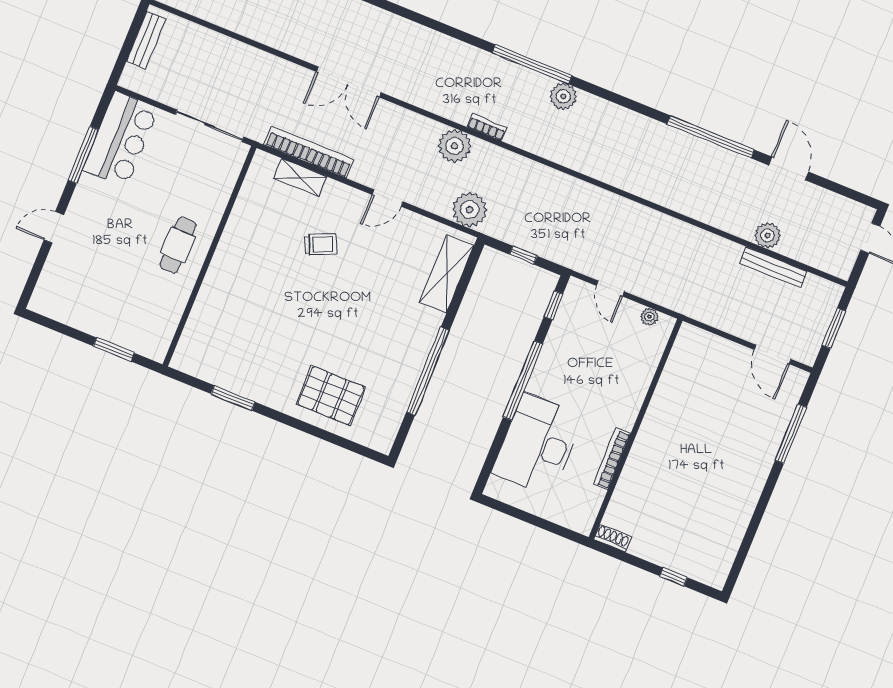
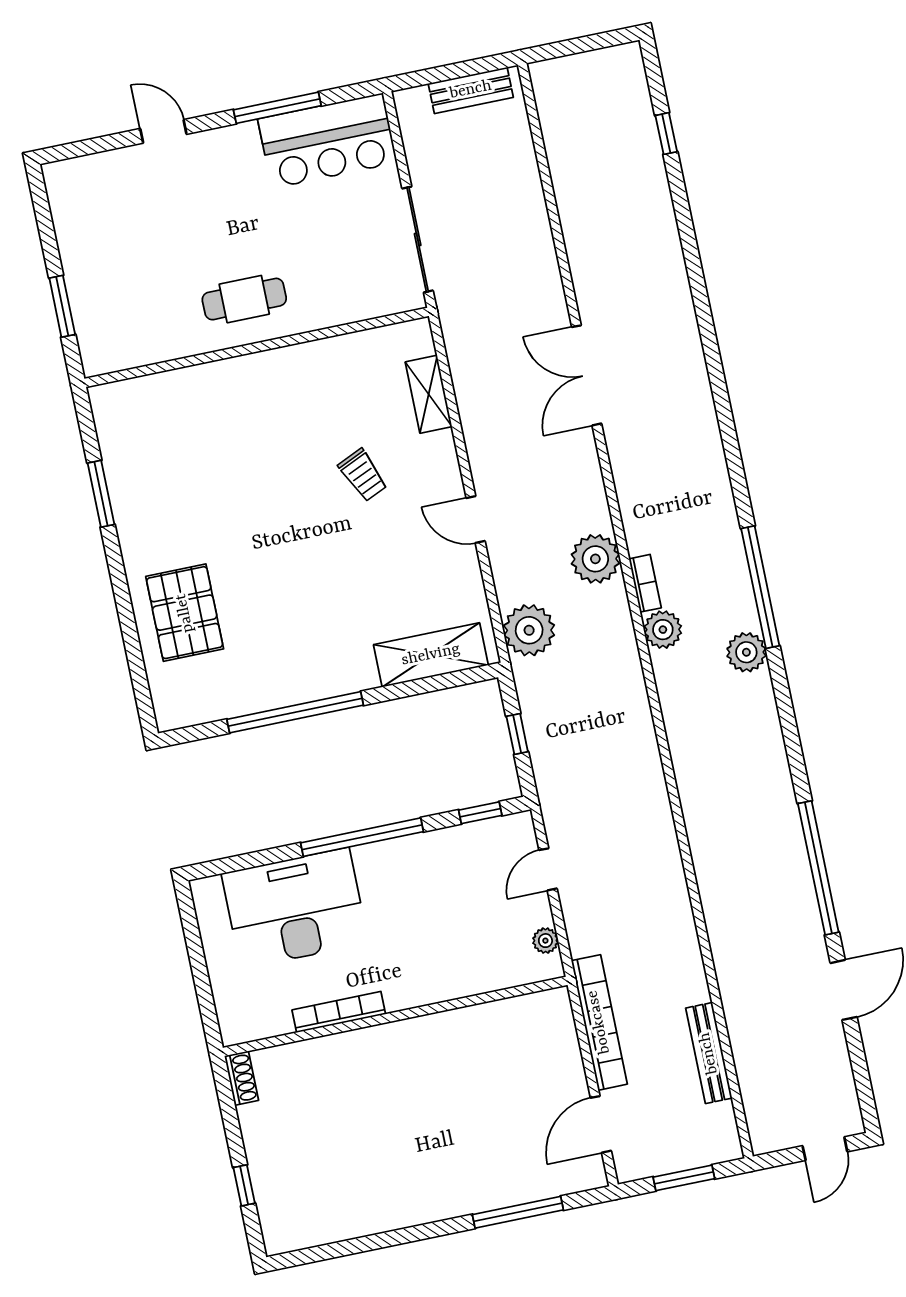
bookcase: (309, 152) -> (599, 1022), moved
plant: (768, 235) -> (663, 630), moved

